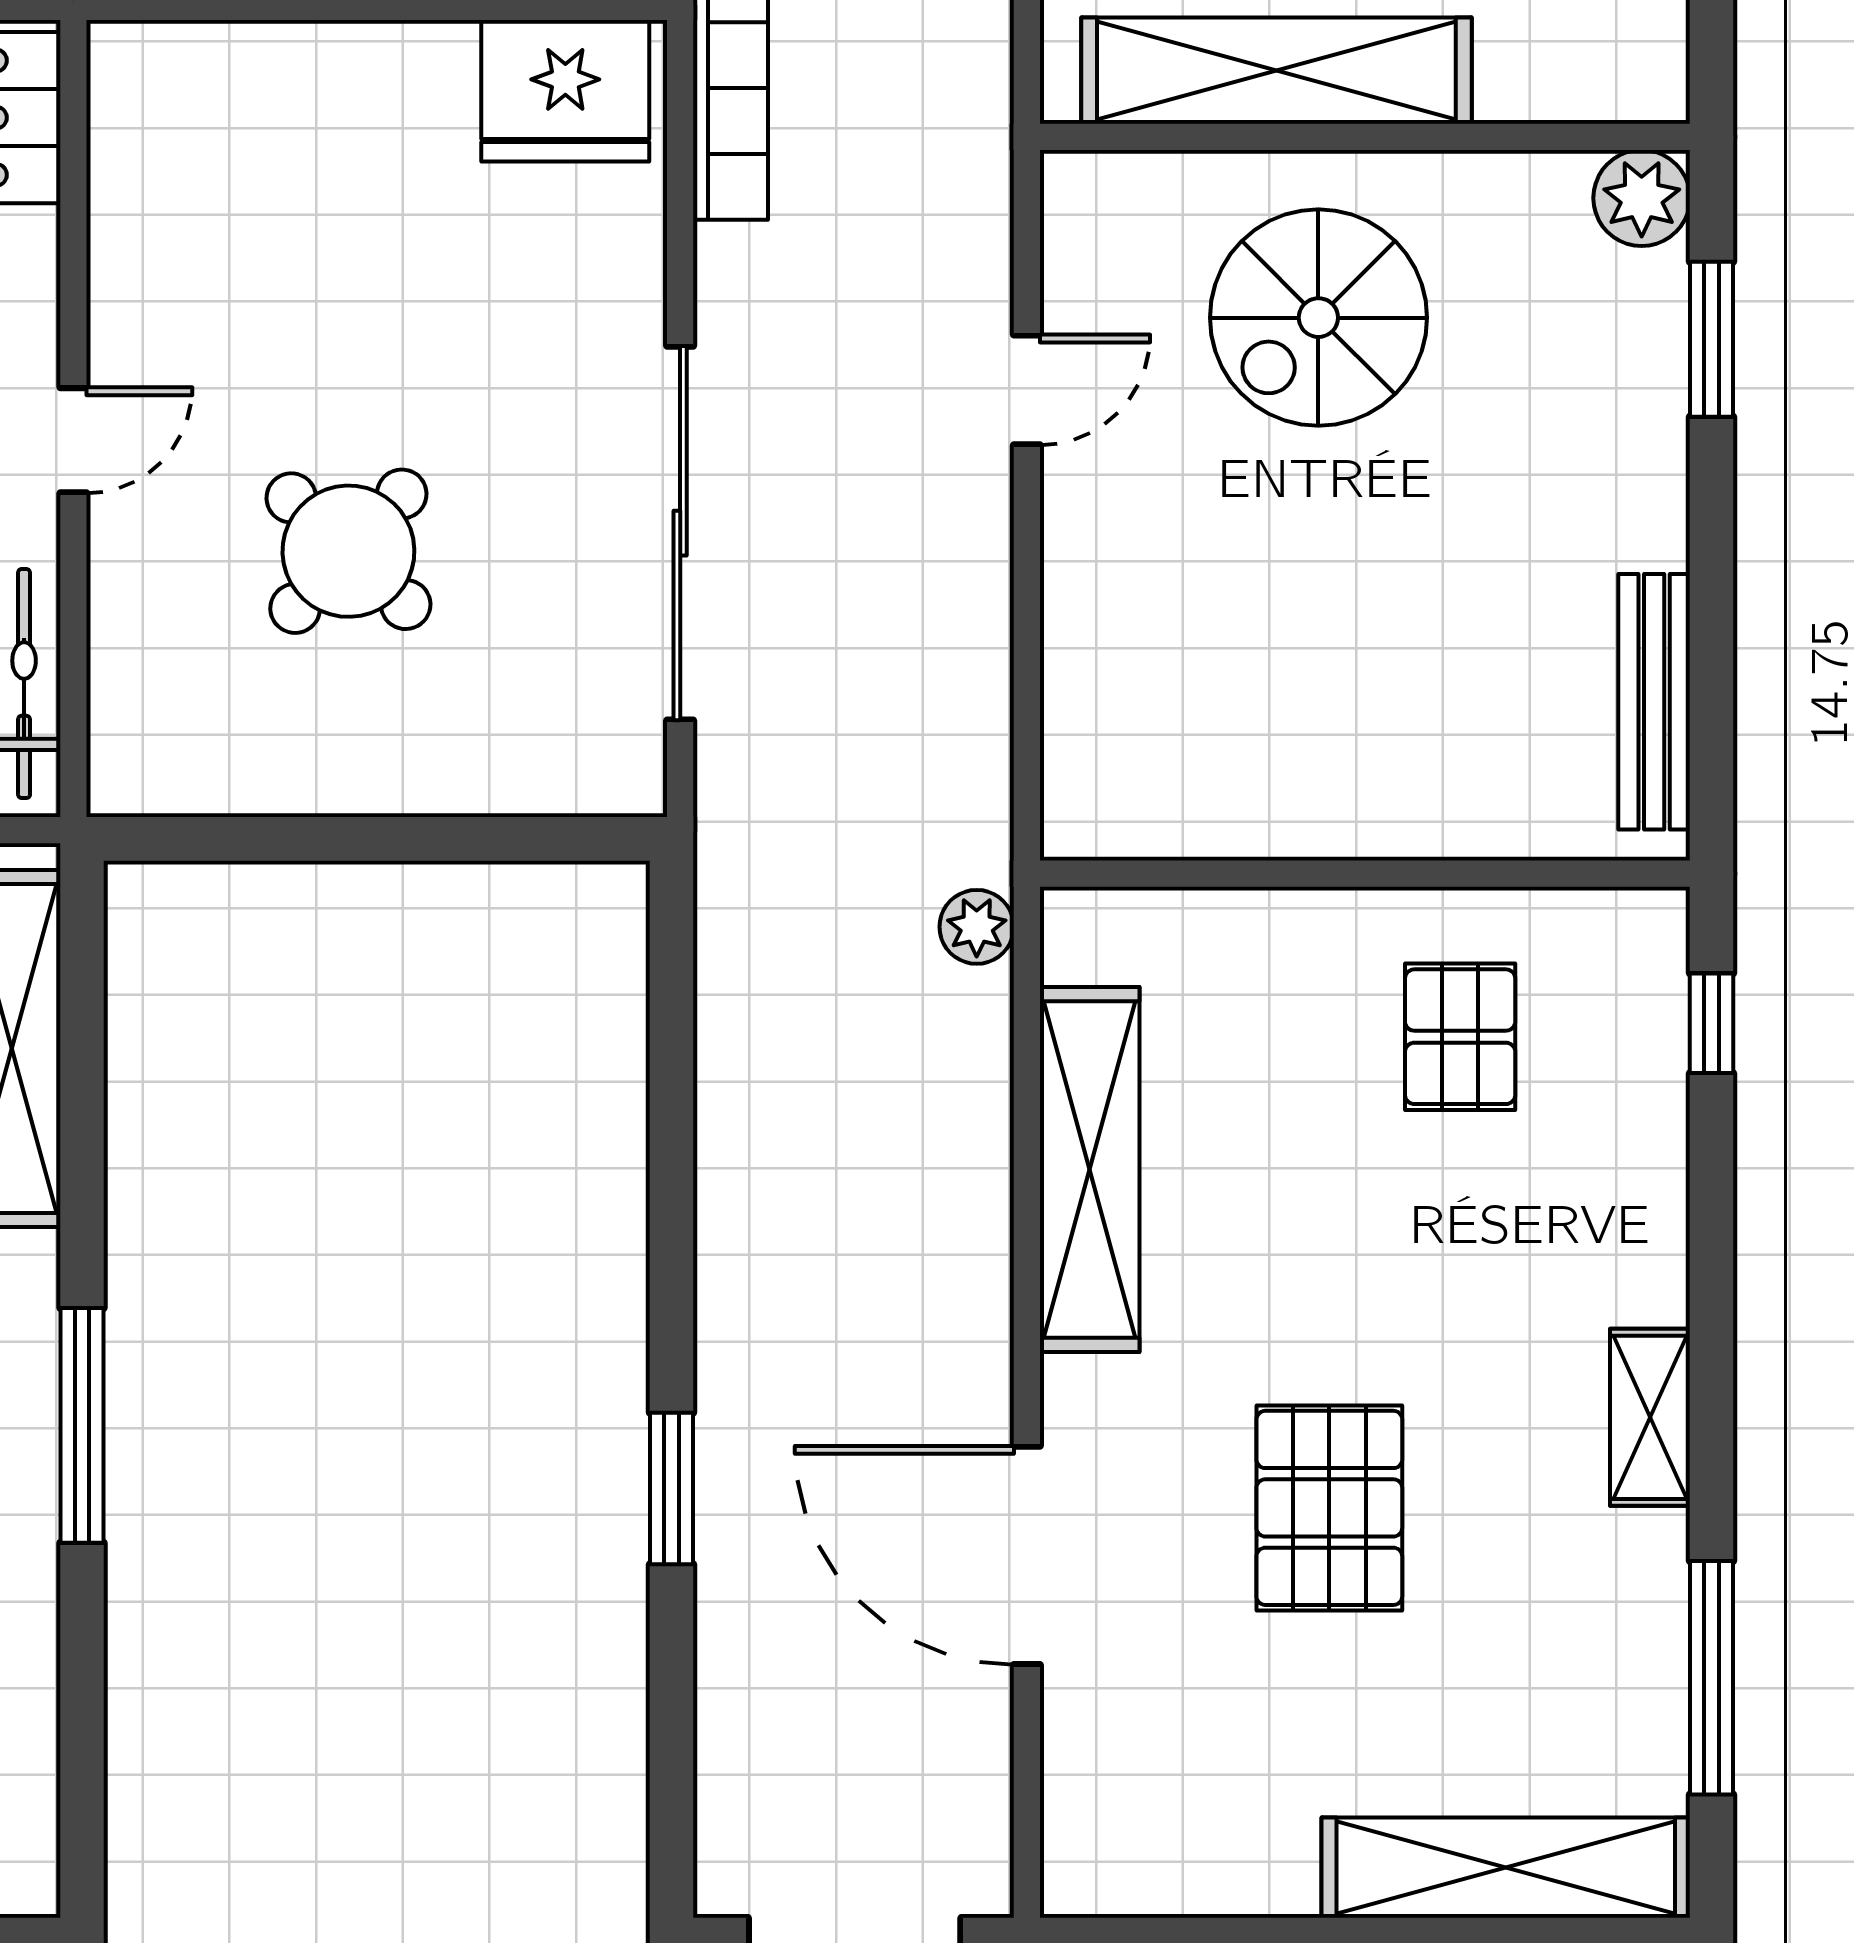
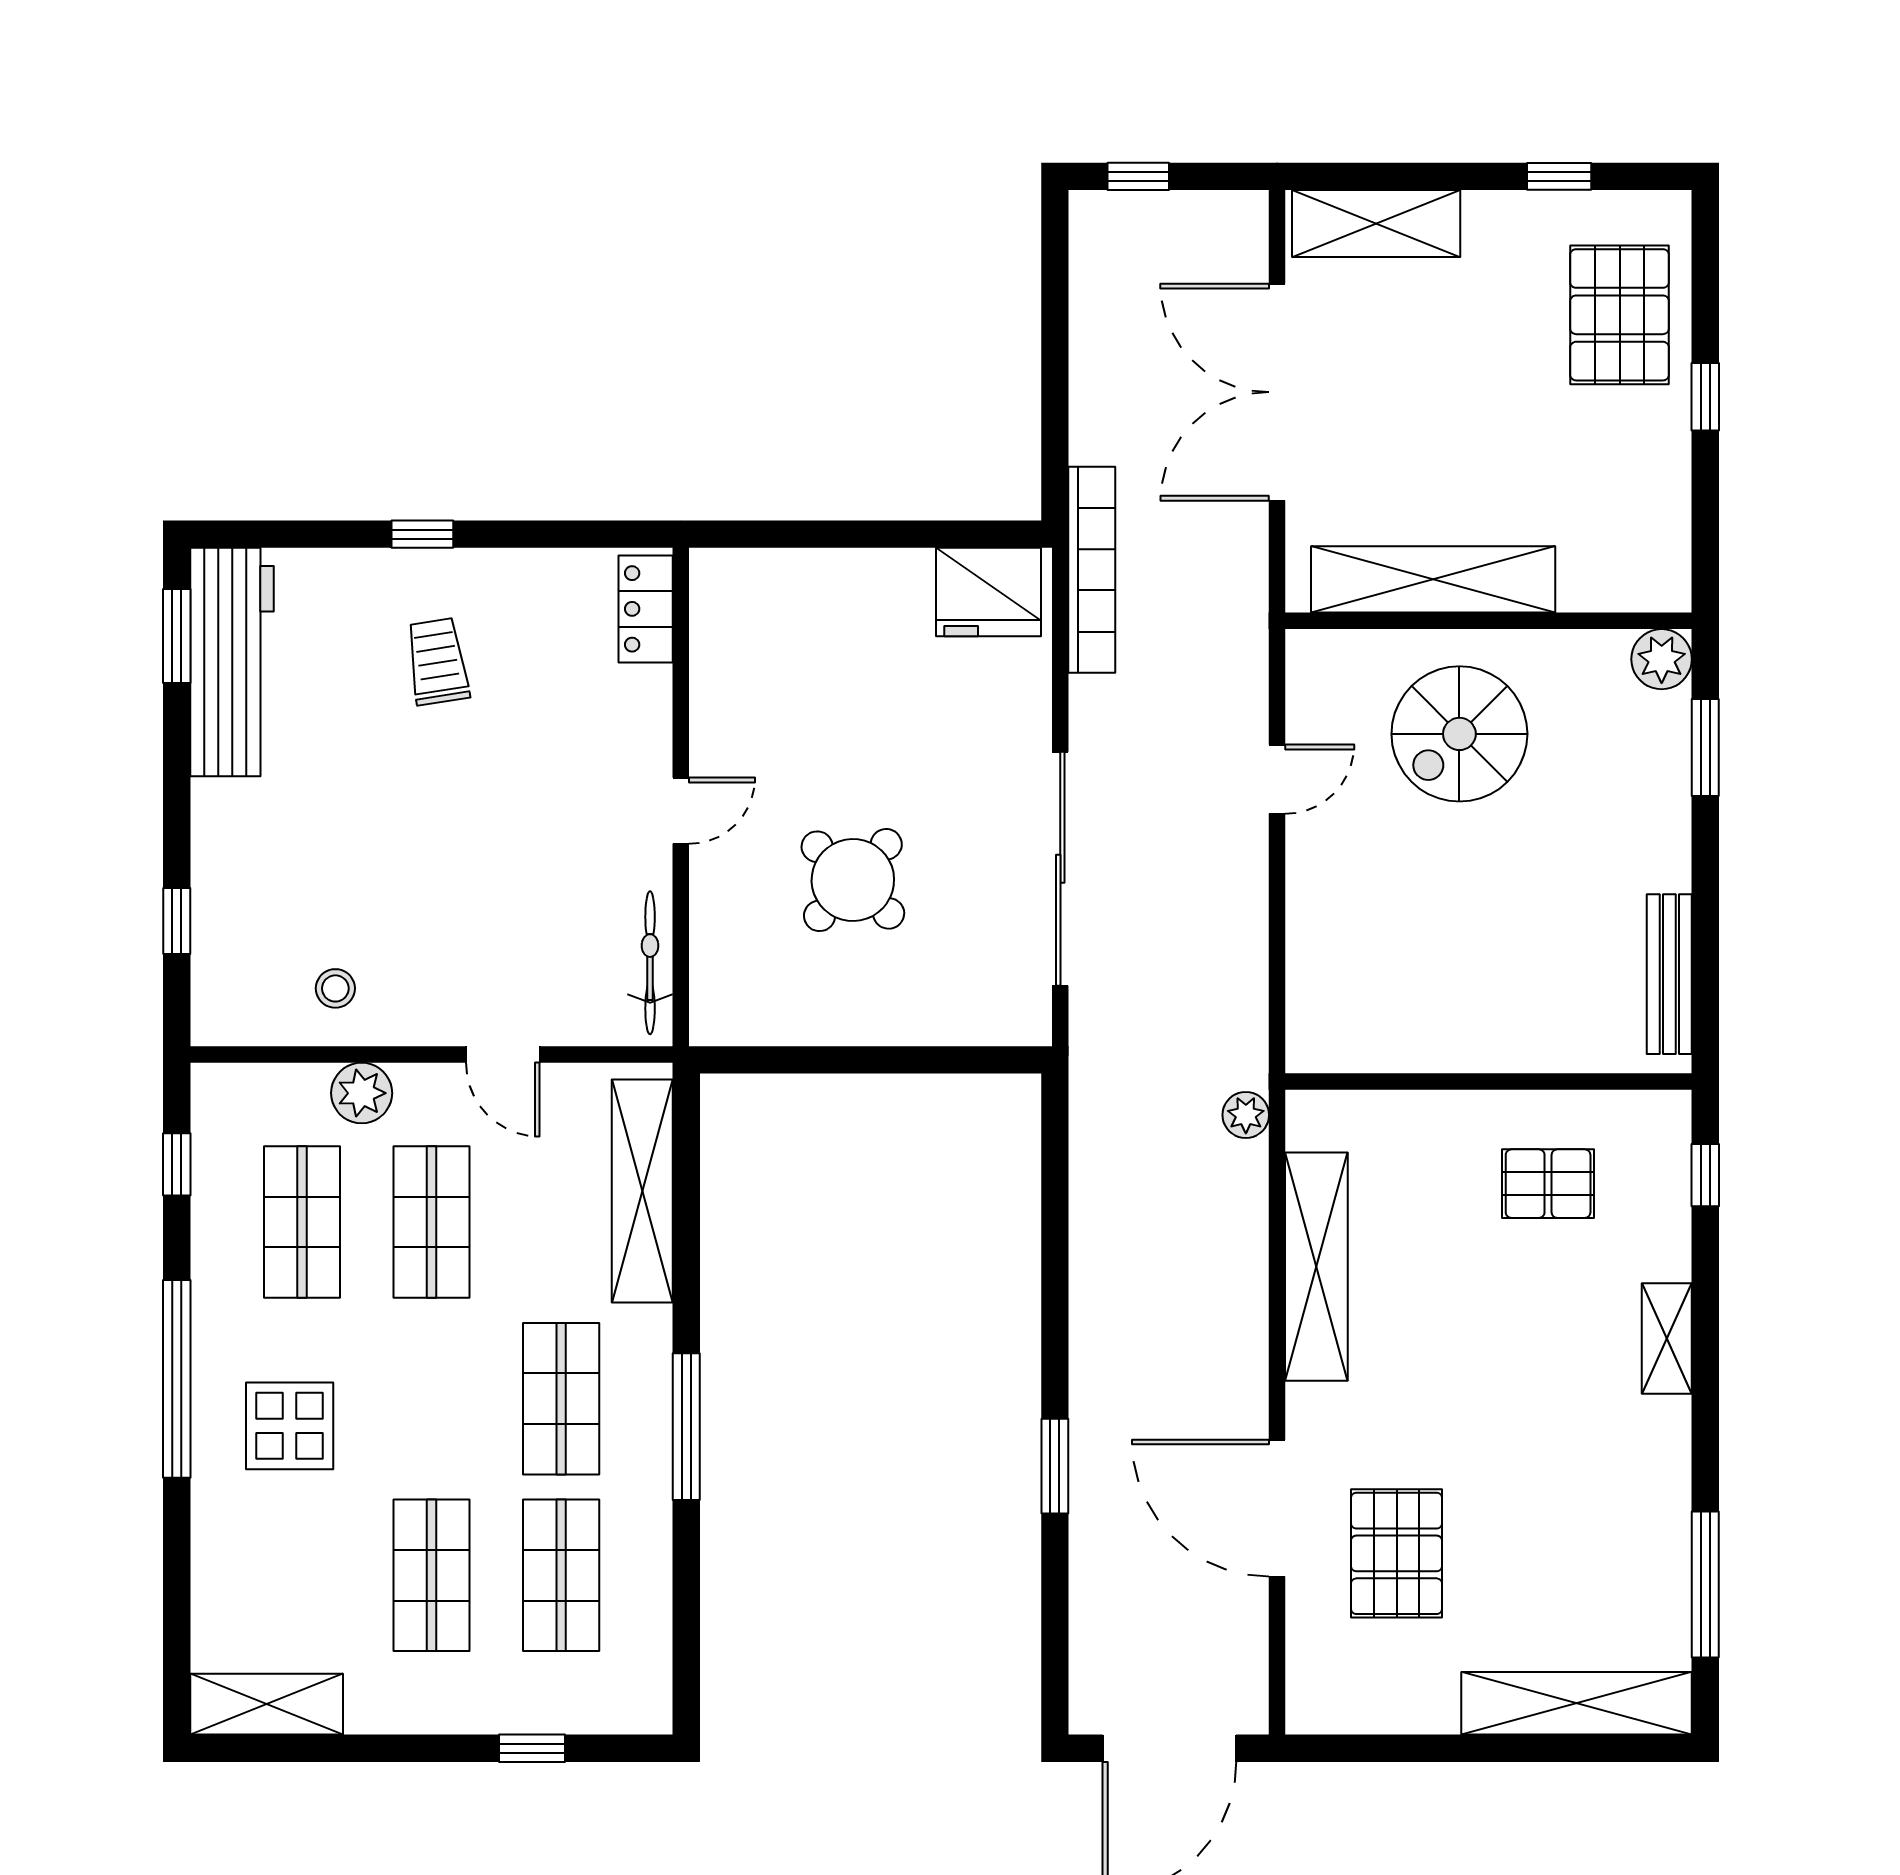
pallet: (1460, 1037) -> (1548, 1184), turned 90
shelving: (1650, 1417) -> (1667, 1339), moved
pallet: (1329, 1508) -> (1397, 1553), moved

